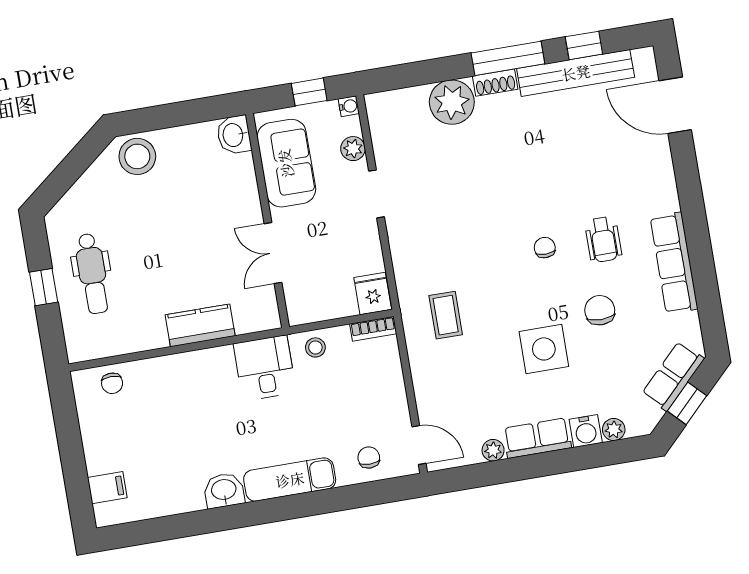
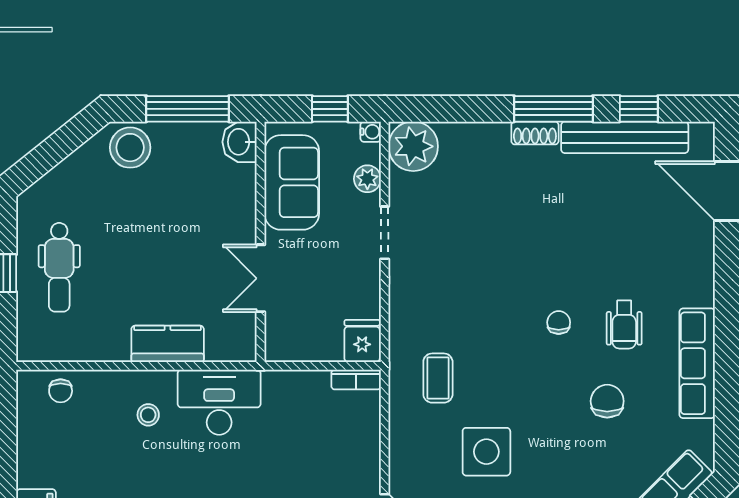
plant: (452, 102) -> (413, 146), moved
window: (183, 113) -> (188, 109), added
stool: (315, 347) -> (148, 415), moved
side table: (544, 349) -> (486, 452), moved
desk: (265, 368) -> (219, 402), width x1.37

